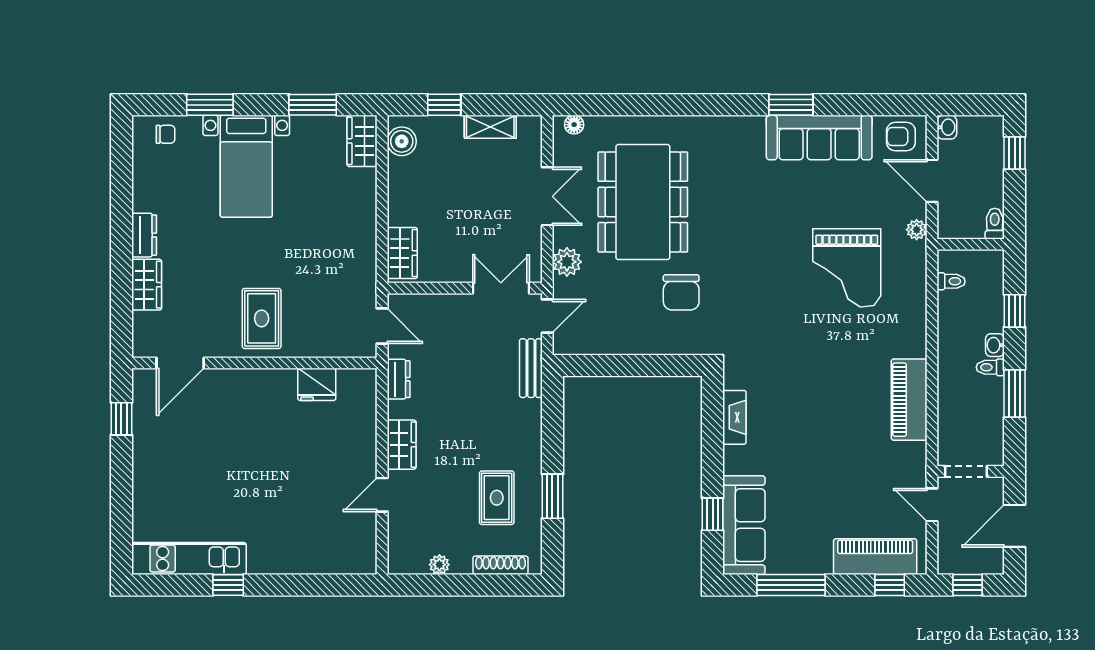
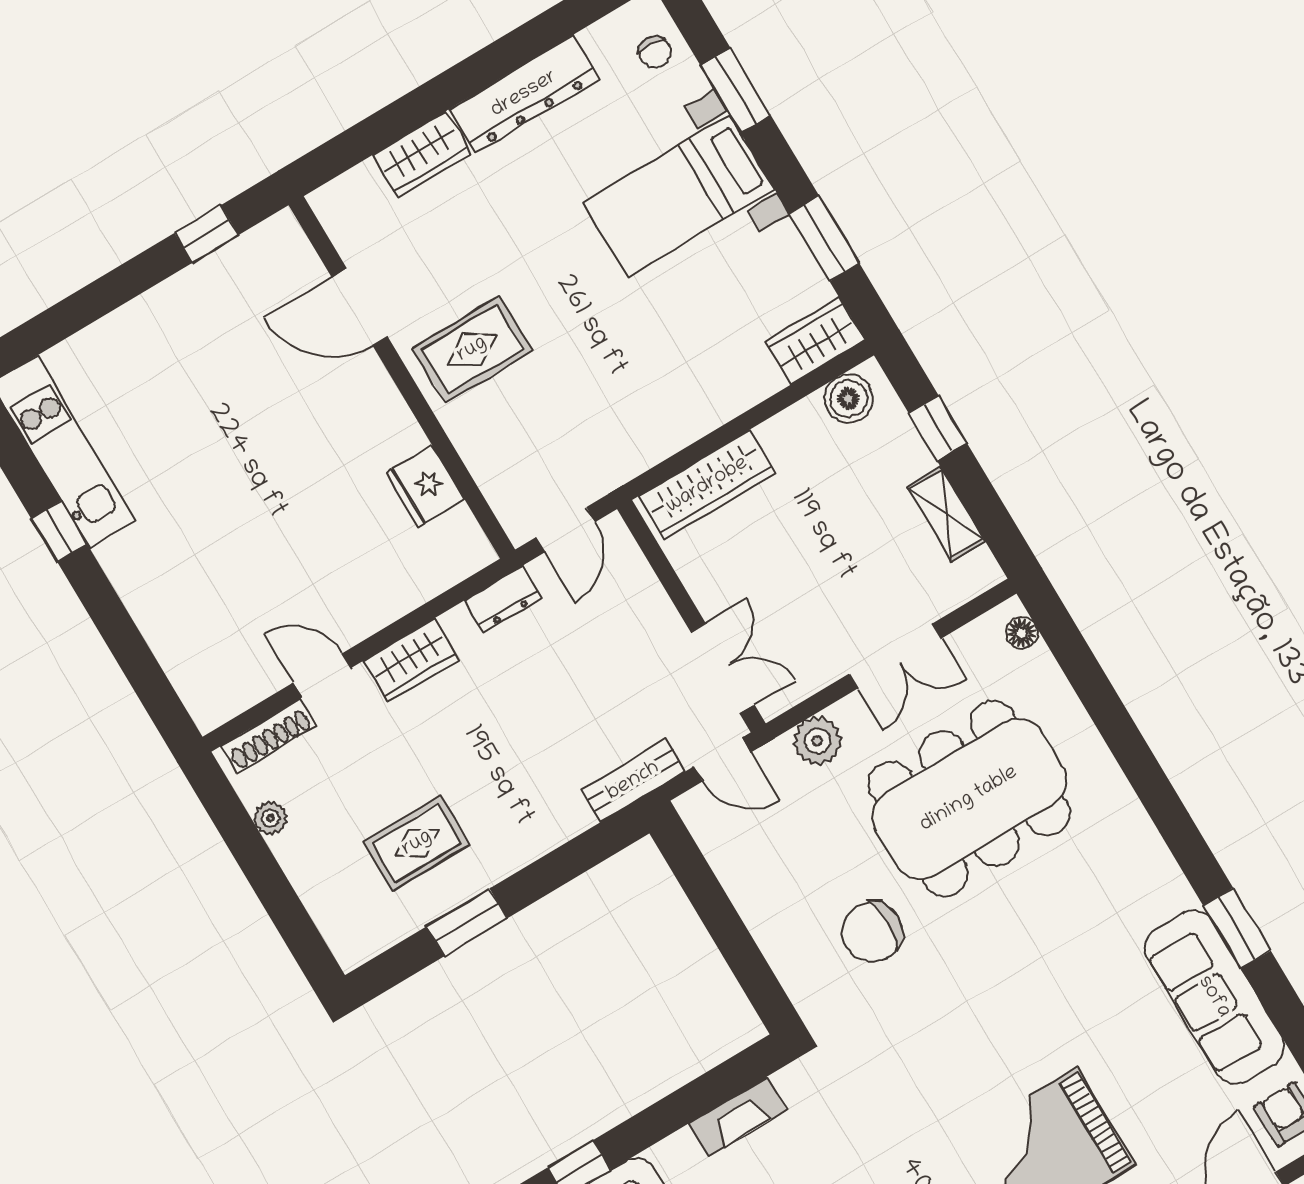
dresser: (144, 235) -> (524, 94), width x1.96, depth x1.24
wardrobe: (402, 253) -> (707, 485), width x1.50
door: (180, 363) -> (360, 307), moved
shoe rack: (501, 565) -> (269, 736), moved, turned 90

